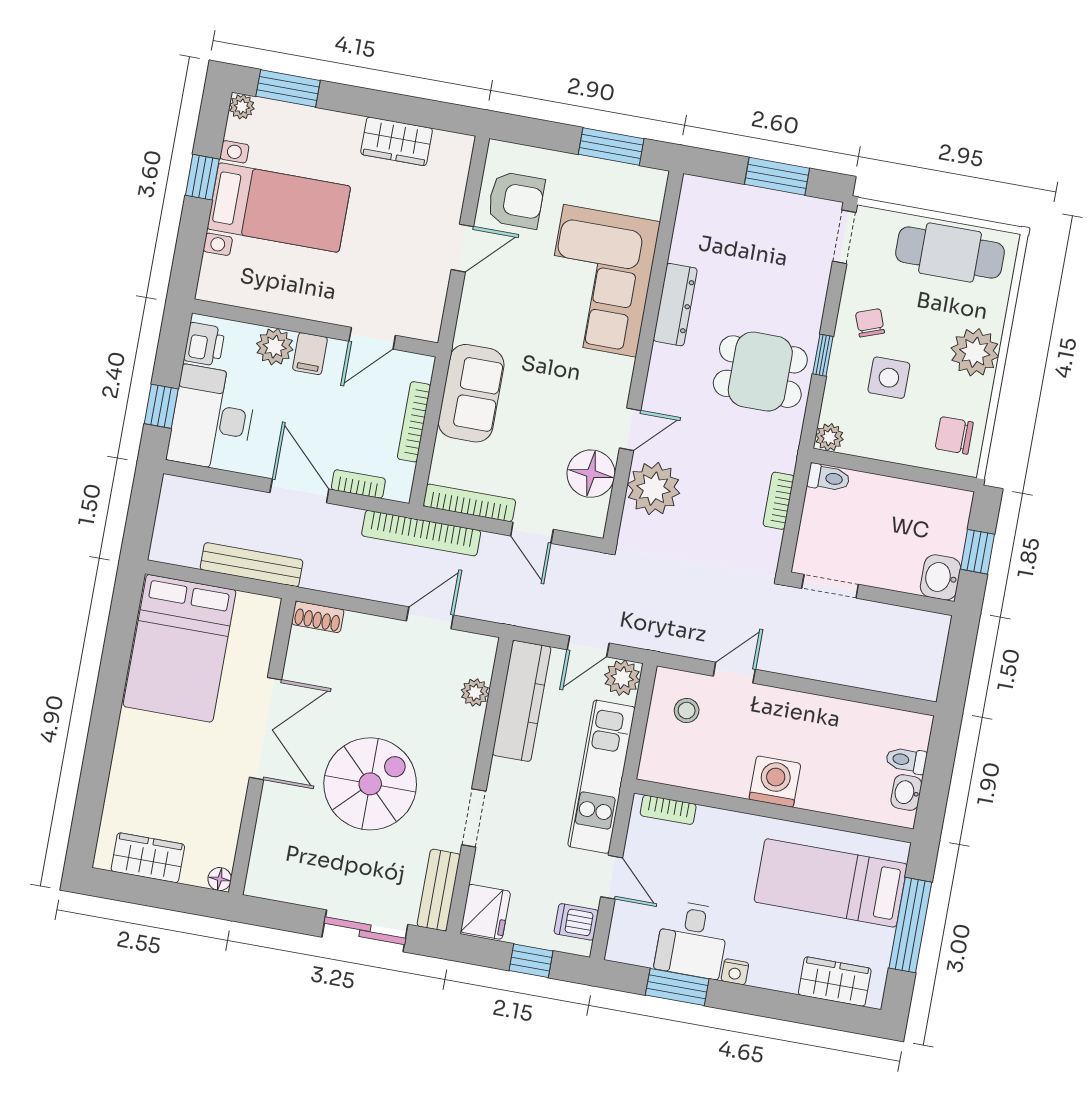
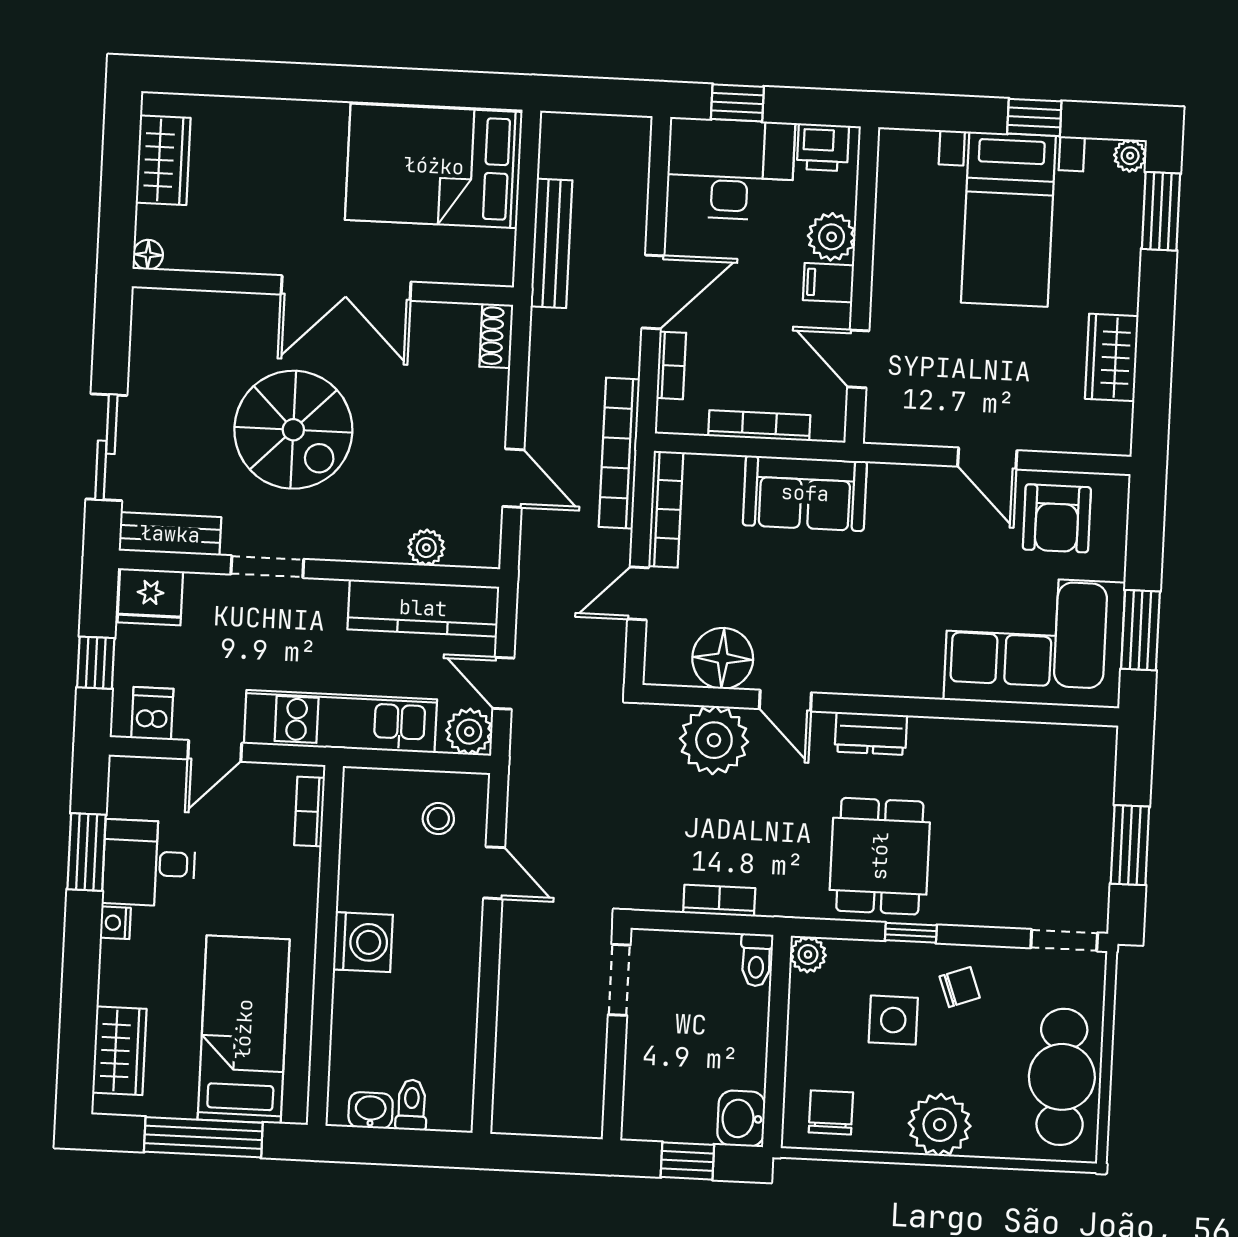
corner sofa: (600, 281) -> (1034, 641), moved
dresser: (675, 305) -> (871, 733), moved, width x0.70
washbasin: (940, 577) -> (741, 1119), moved, turned -90

